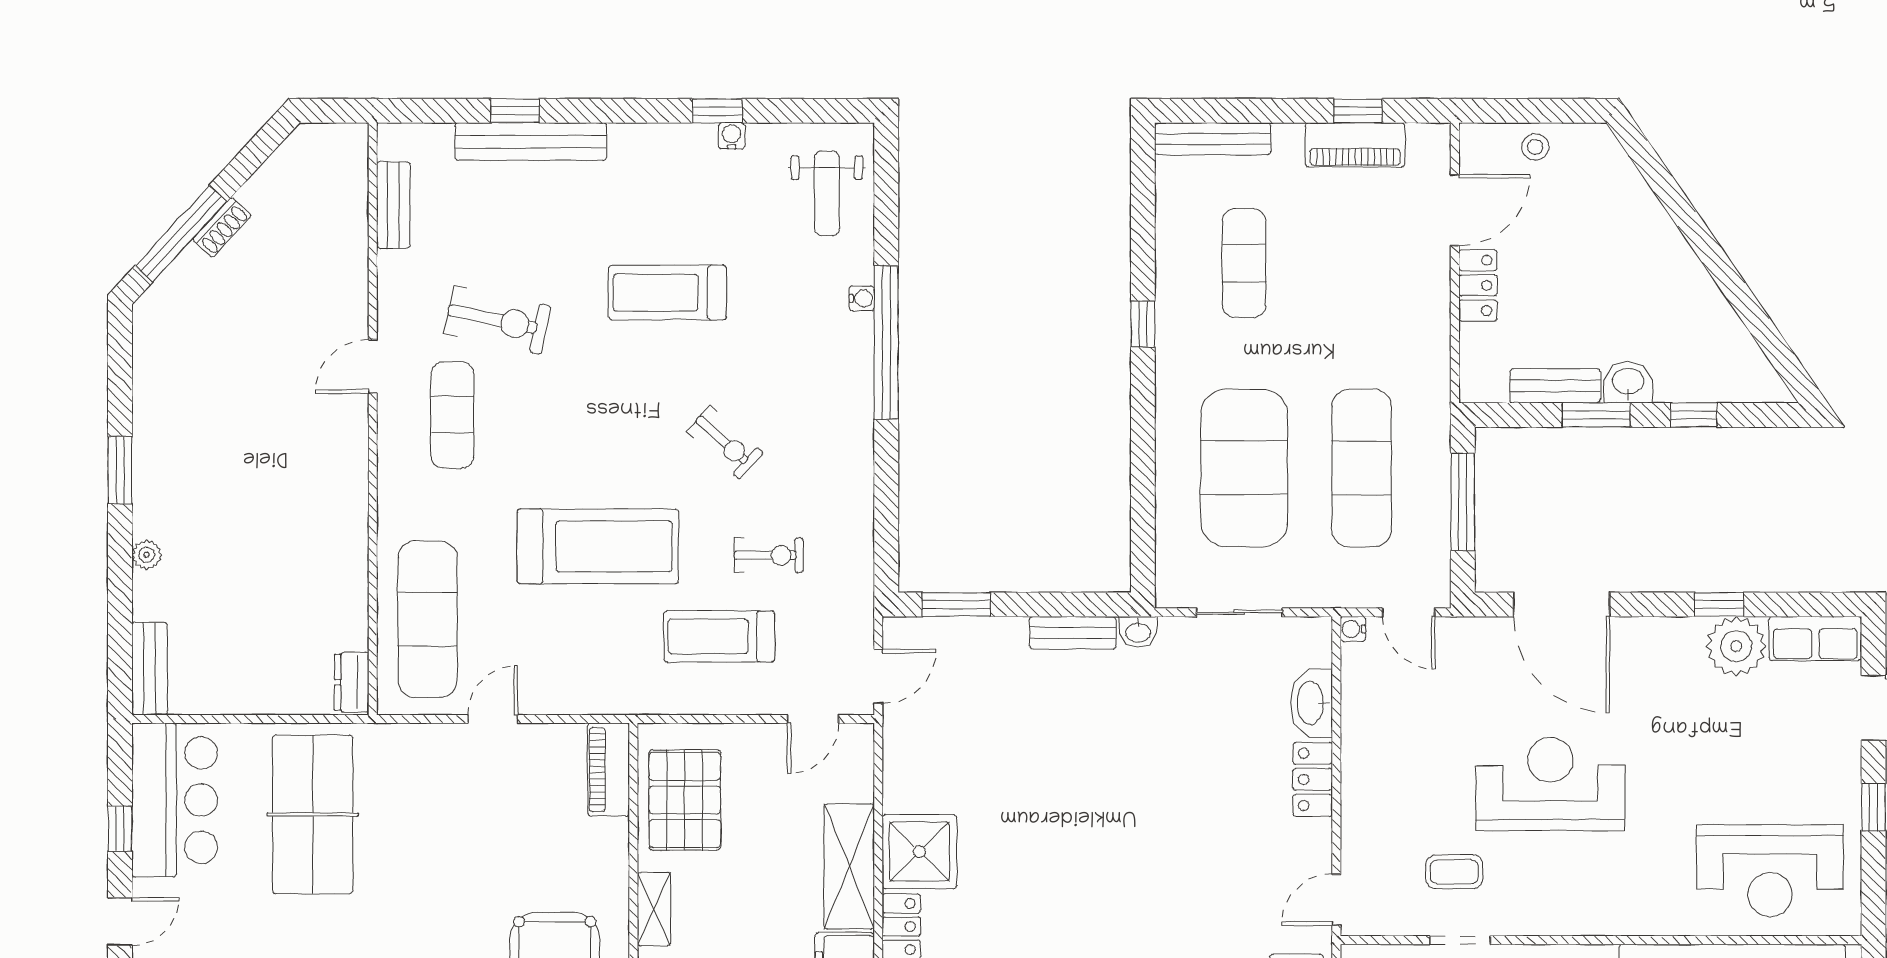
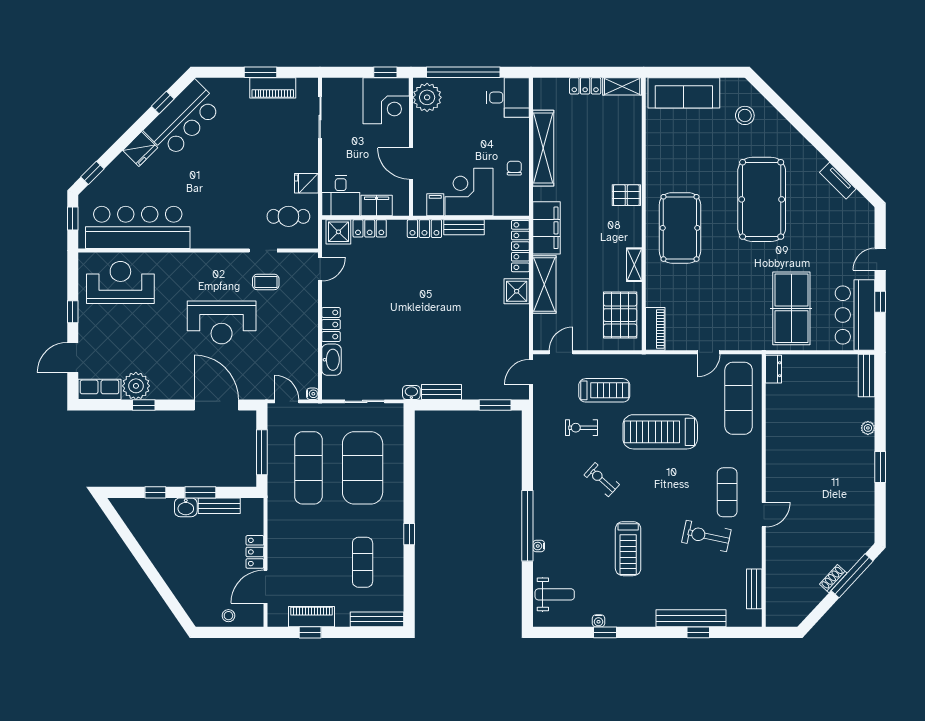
weight bench: (827, 193) -> (555, 594), turned 90
treadmill: (667, 293) -> (628, 549), turned 90
shower: (919, 852) -> (517, 291), width x0.73, depth x0.73

